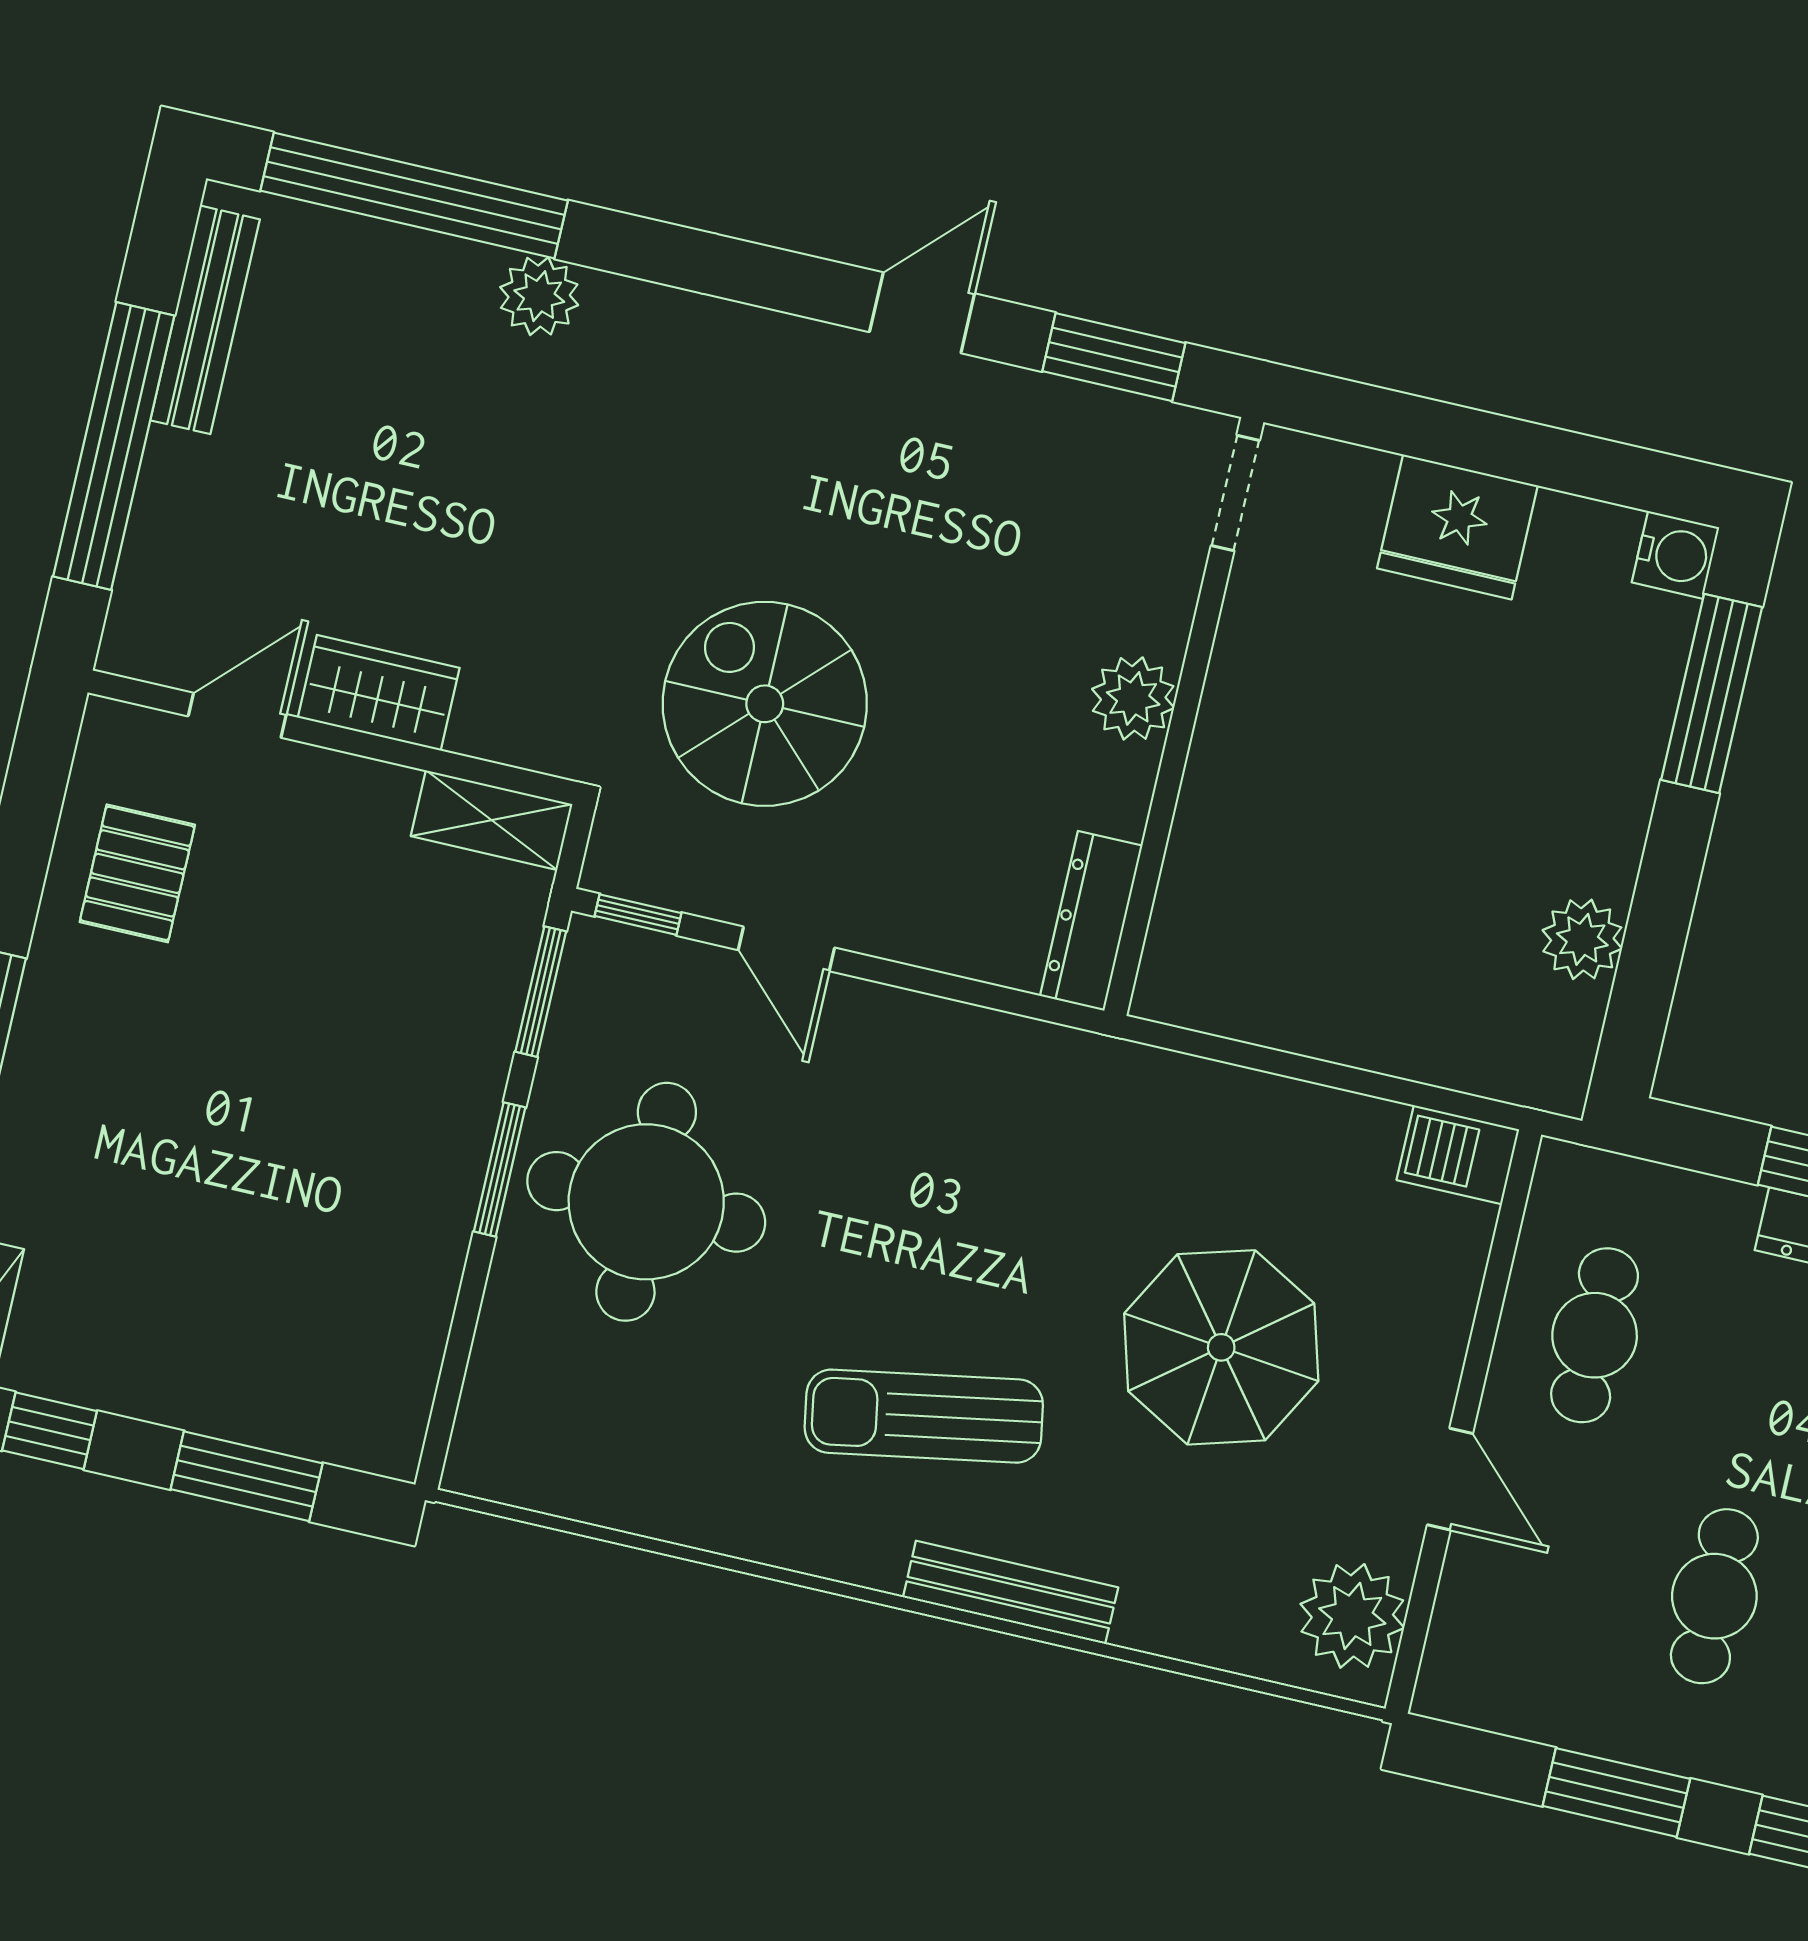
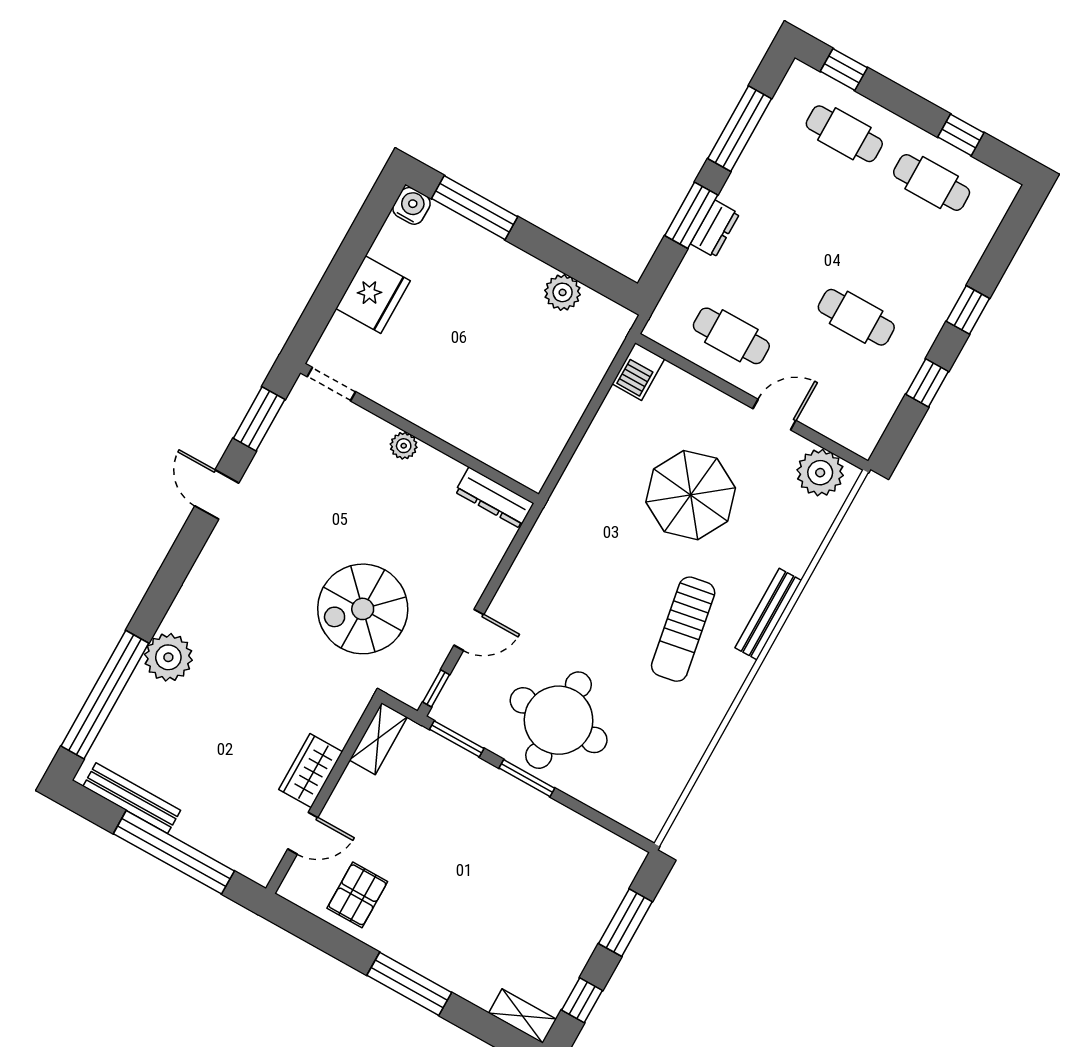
plant: (539, 296) -> (168, 657), width x1.36, depth x1.36
plant: (1133, 698) -> (404, 446), width x0.73, depth x0.73
door: (237, 715) -> (303, 833), swing flipped
pallet: (137, 873) -> (357, 895), turned 90
window: (1616, 1792) -> (927, 383), width x0.67

